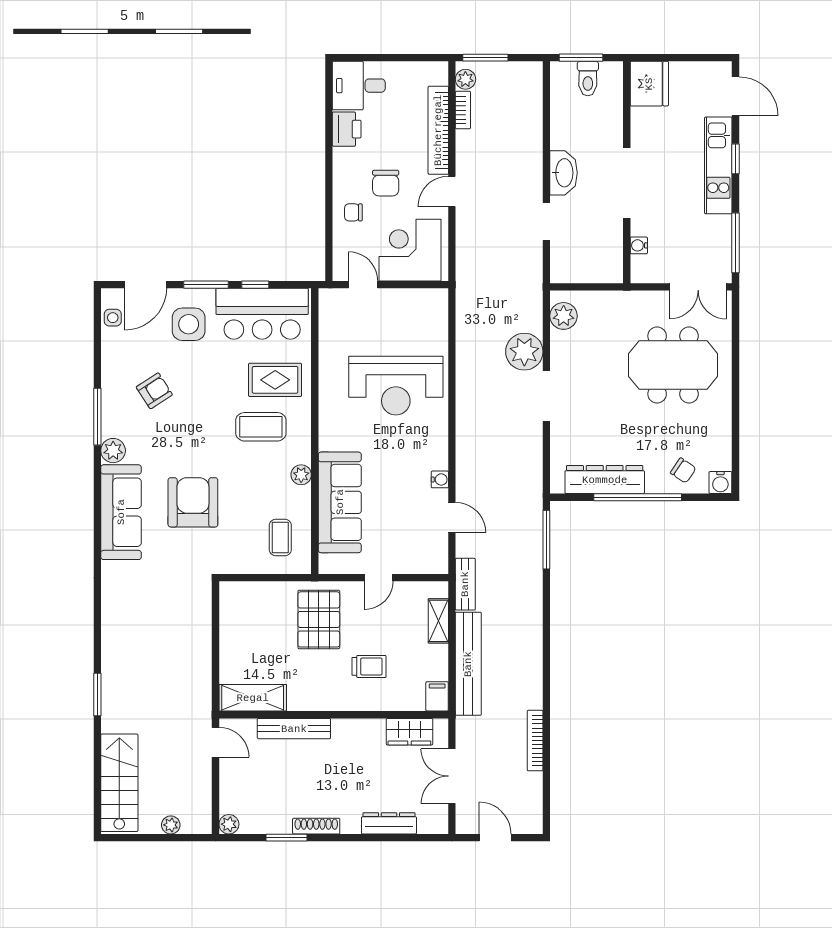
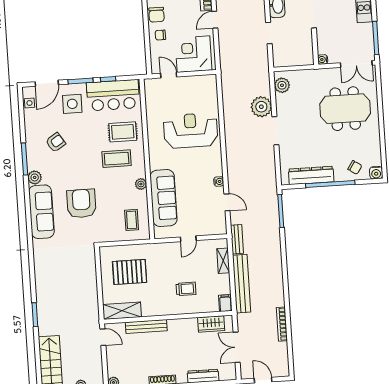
chair: (386, 183) -> (156, 15), moved
water cooler: (639, 245) -> (323, 59), moved
reception desk: (396, 386) -> (191, 130), turned 180
pallet: (319, 619) -> (130, 272), moved, turned 90

